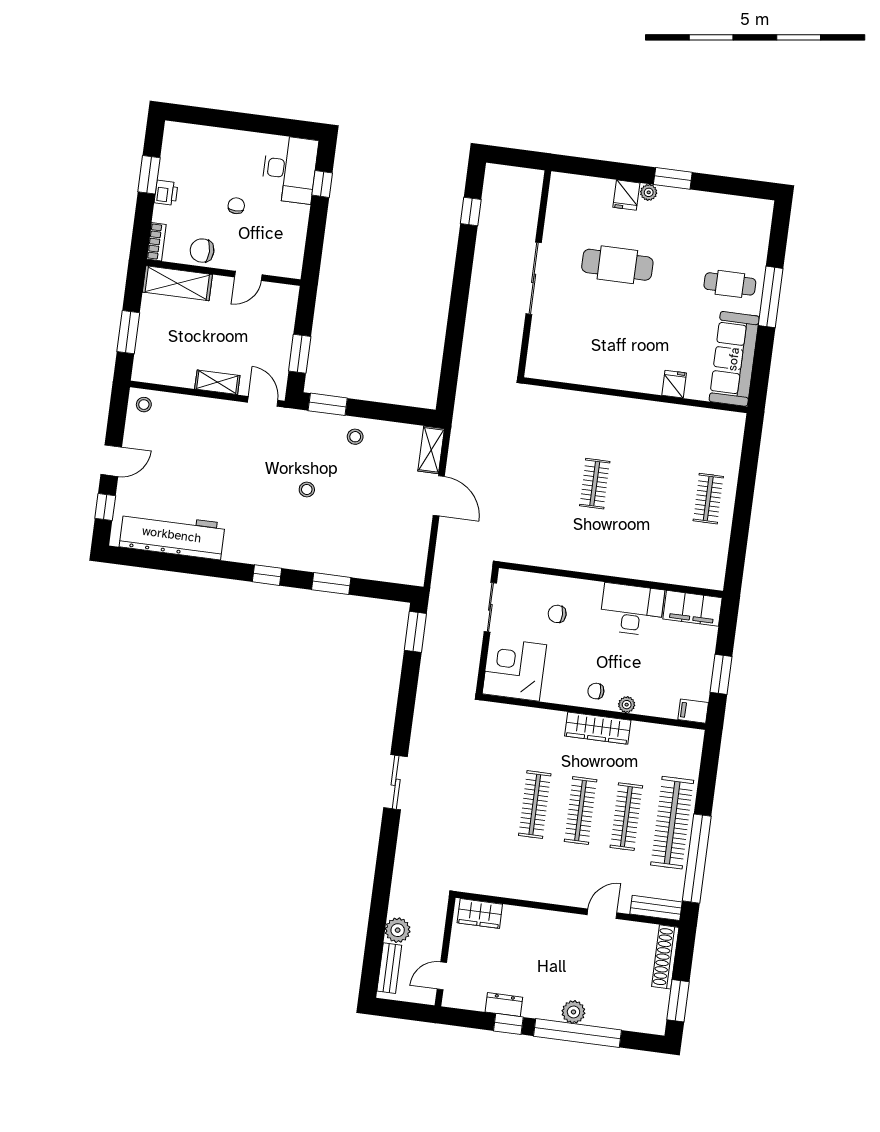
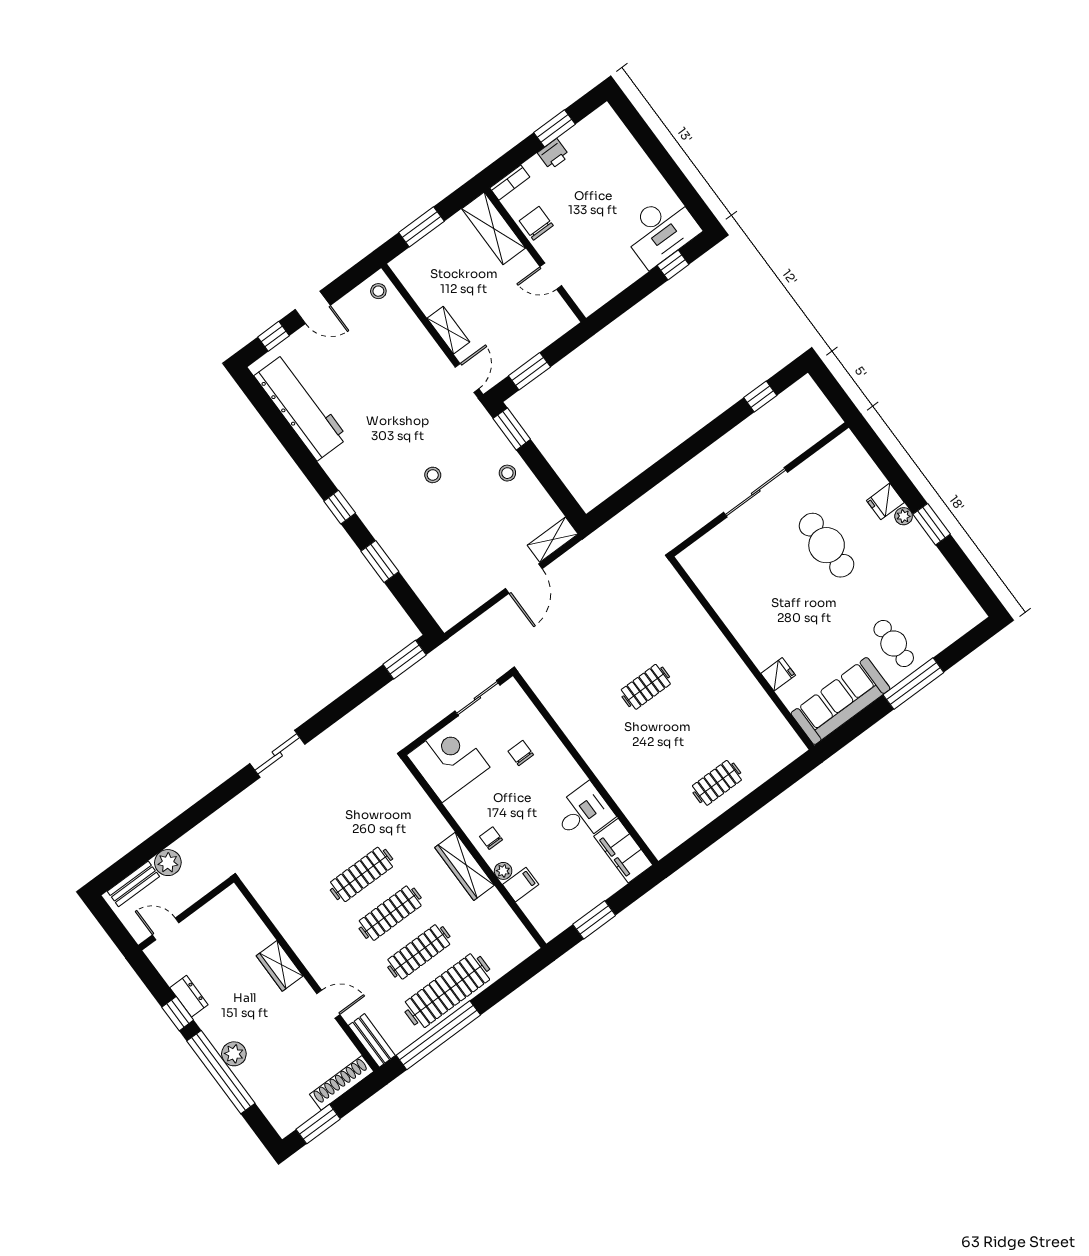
chair: (236, 206) -> (595, 216), removed
desk: (632, 610) -> (583, 813), width x0.73
filing cabinet: (693, 711) -> (521, 885), moved, turned 90
wardrobe: (480, 913) -> (280, 966), moved

